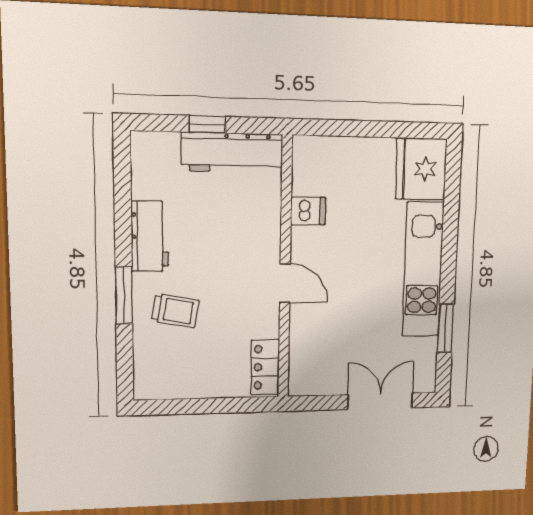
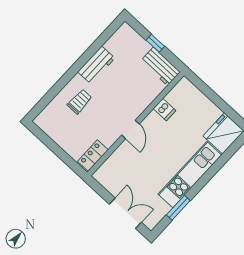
workbench: (232, 152) -> (160, 66), width x0.73
window: (124, 296) -> (66, 78), removed
trolley: (175, 311) -> (80, 101), turned -100

